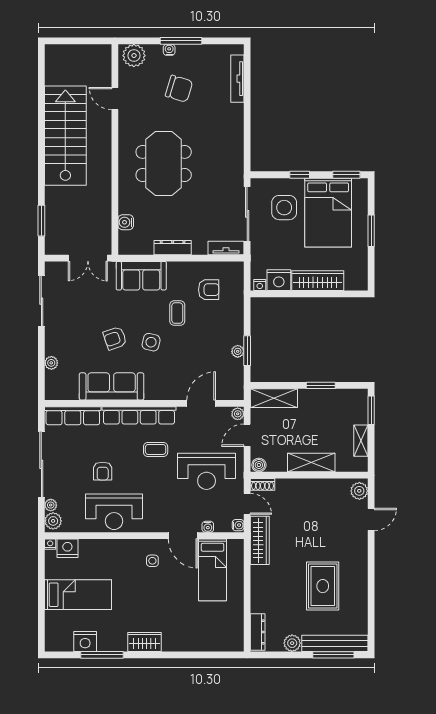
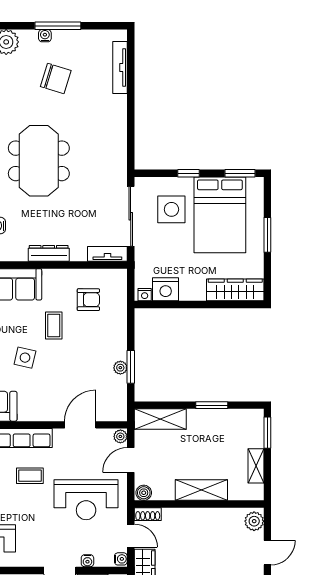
wardrobe: (318, 281) -> (235, 290), moved

